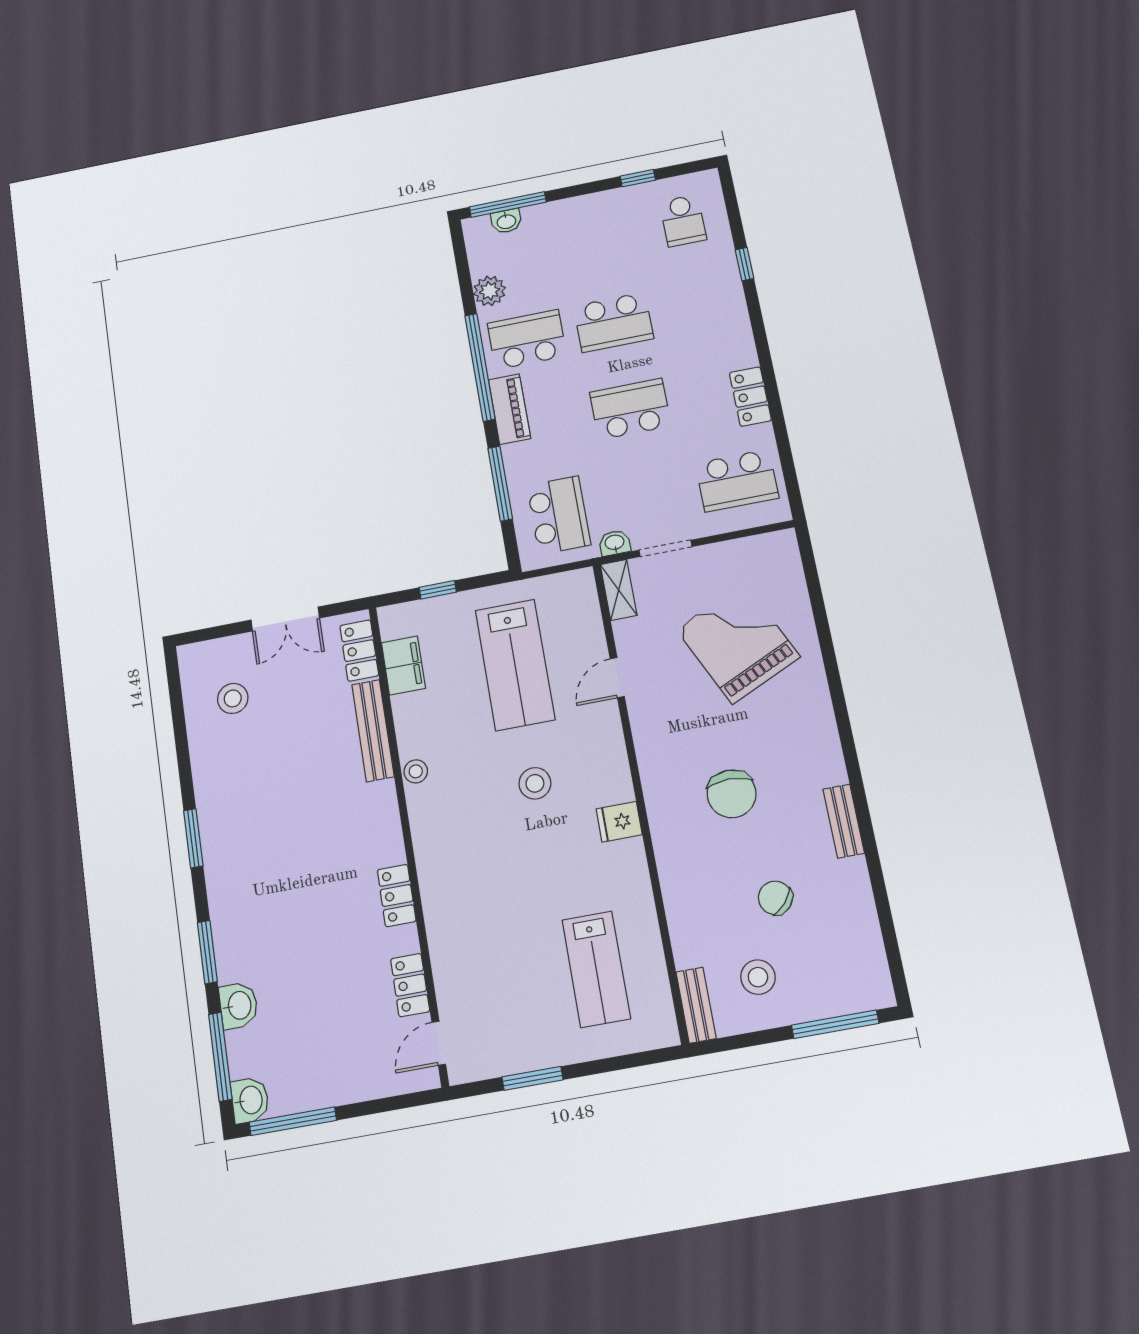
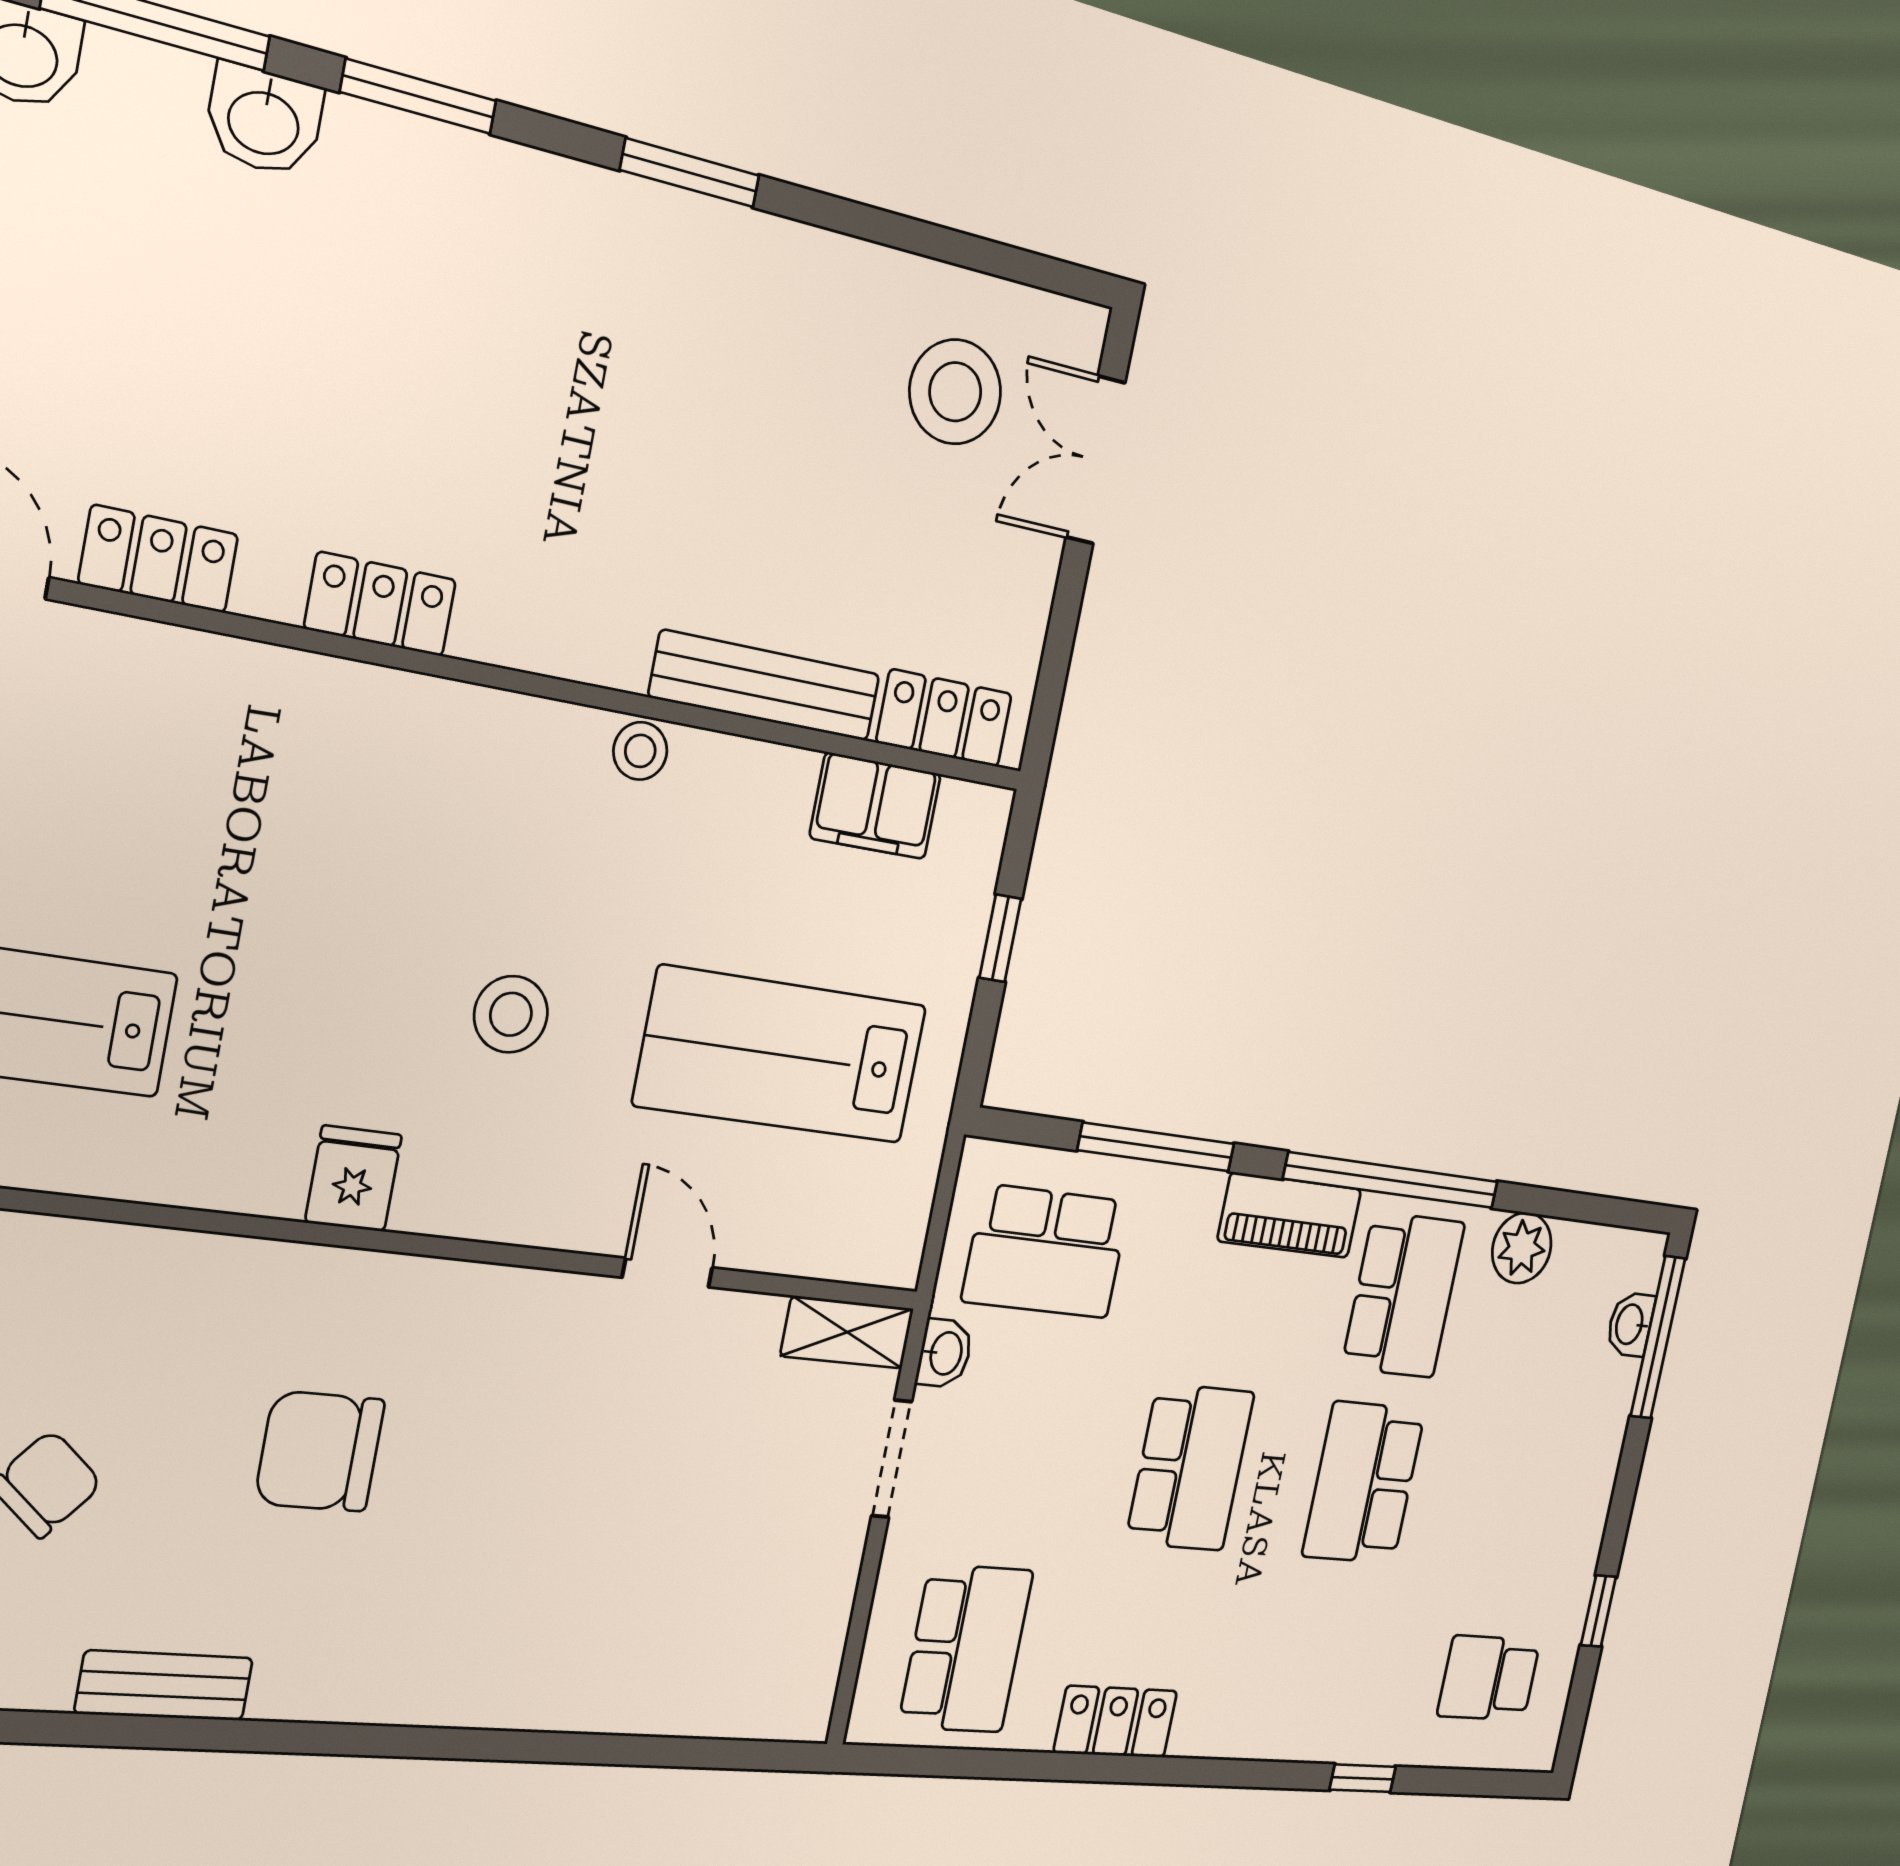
school desk: (737, 481) -> (966, 1649), turned 180
double door: (285, 619) -> (1096, 460), moved
grand piano: (738, 643) -> (638, 1558), removed
stool: (233, 698) -> (955, 392), width x1.38, depth x1.38

